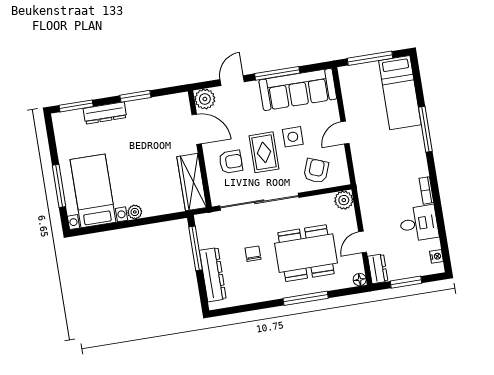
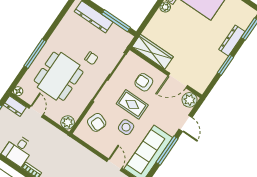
door: (345, 133) -> (114, 165), moved
armchair: (231, 162) -> (144, 82), turned 90
chair: (253, 254) -> (91, 58), moved

